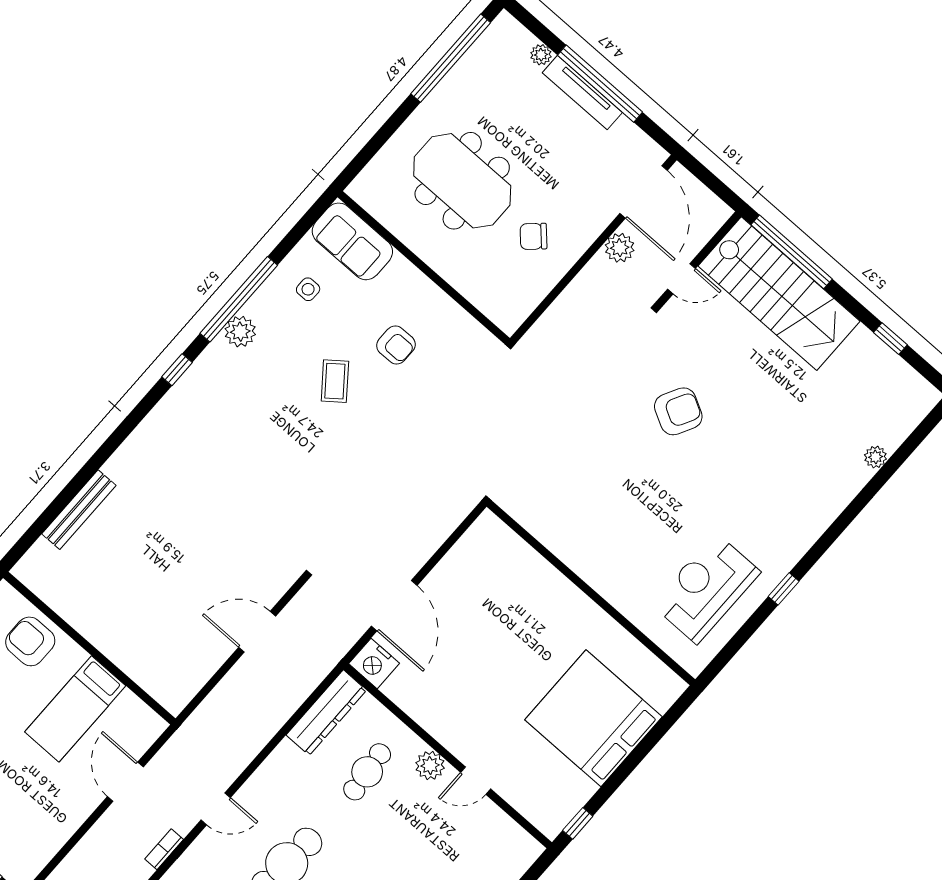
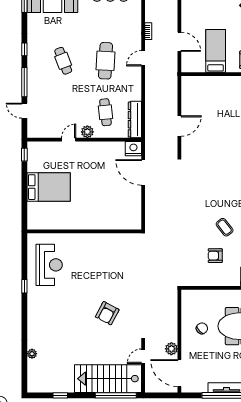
bed: (593, 718) -> (49, 187), width x0.73

